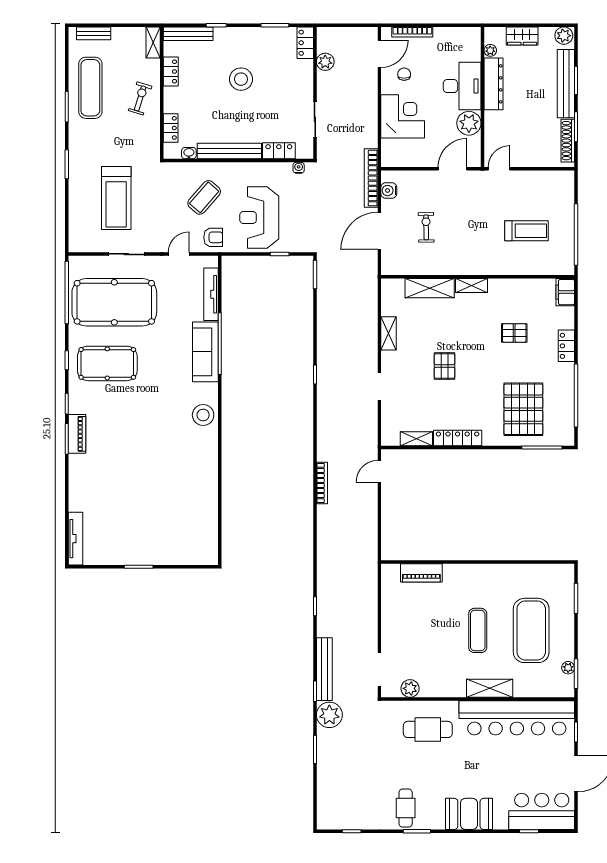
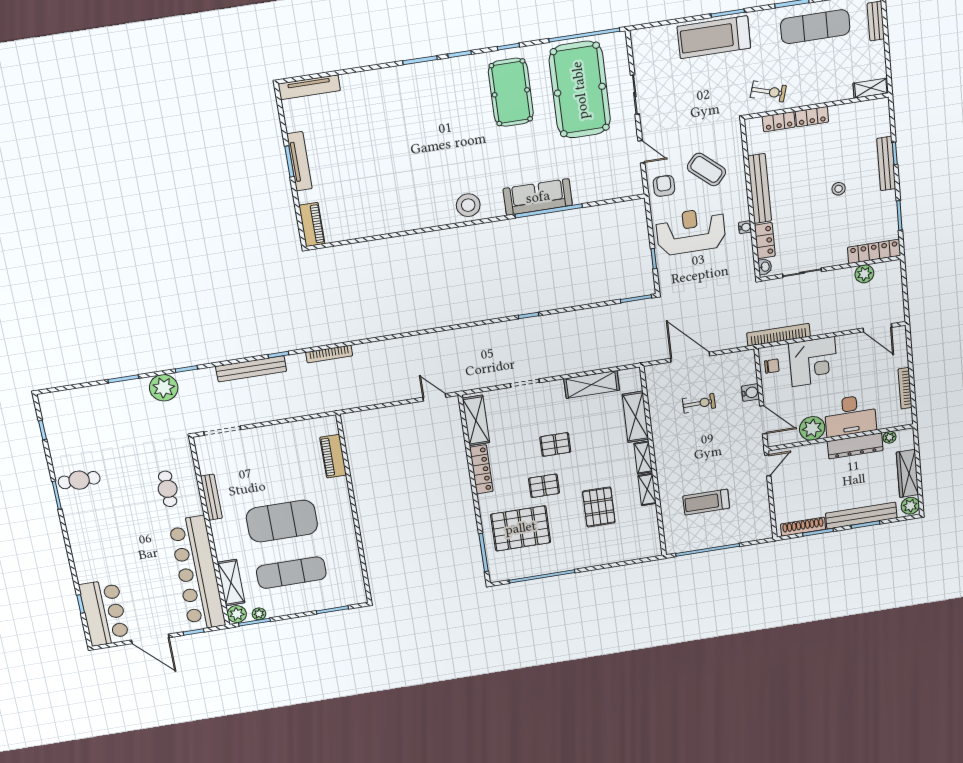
bookcase: (412, 32) -> (905, 388), moved
bench: (188, 34) -> (886, 164), moved
wardrobe: (522, 36) -> (907, 473), width x1.50
locker: (305, 43) -> (874, 251), width x1.53
locker: (171, 71) -> (812, 117), moved
chair: (404, 74) -> (772, 366), moved
stool: (241, 79) -> (839, 189), width x0.53, depth x0.53
exercise bike: (140, 98) -> (768, 92), moved
washbasin: (189, 153) -> (765, 267), moved
water cooler: (299, 168) -> (745, 227), moved
door: (499, 169) -> (768, 465), hinge flipped
bookcase: (371, 178) -> (778, 335), moved
water cooler: (389, 191) -> (750, 393), moved, turned 90
treadmill: (116, 198) -> (714, 37), moved
treadmill: (527, 231) -> (706, 502), turned 90
armchair: (213, 237) -> (664, 186), turned 180
shelving: (504, 285) -> (647, 489), added
filing cabinet: (565, 292) -> (647, 549), removed
tv unit: (211, 294) -> (299, 161), moved, turned 90
shelving: (389, 333) -> (592, 385), width x1.50, depth x1.33
pallet: (514, 333) -> (599, 507), width x1.50, depth x1.42
locker: (566, 346) -> (592, 559), removed
pallet: (484, 382) -> (544, 486), added
piano: (77, 434) -> (312, 225), moved, turned -90
shelving: (416, 439) -> (476, 420), width x1.50, depth x1.33
bookcase: (322, 483) -> (329, 354), moved
exercise mat: (478, 630) -> (282, 521), width x2.00, depth x1.45
exercise mat: (531, 630) -> (291, 573), width x0.68
bench: (324, 669) -> (251, 369), moved
plant: (410, 688) -> (237, 614), moved
shelving: (490, 688) -> (231, 583), moved
bench: (443, 691) -> (211, 497), added
cafe table: (428, 729) -> (168, 489), width x0.73, depth x0.74
booth: (469, 814) -> (86, 543), removed

